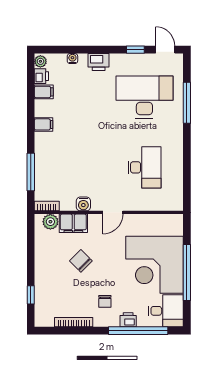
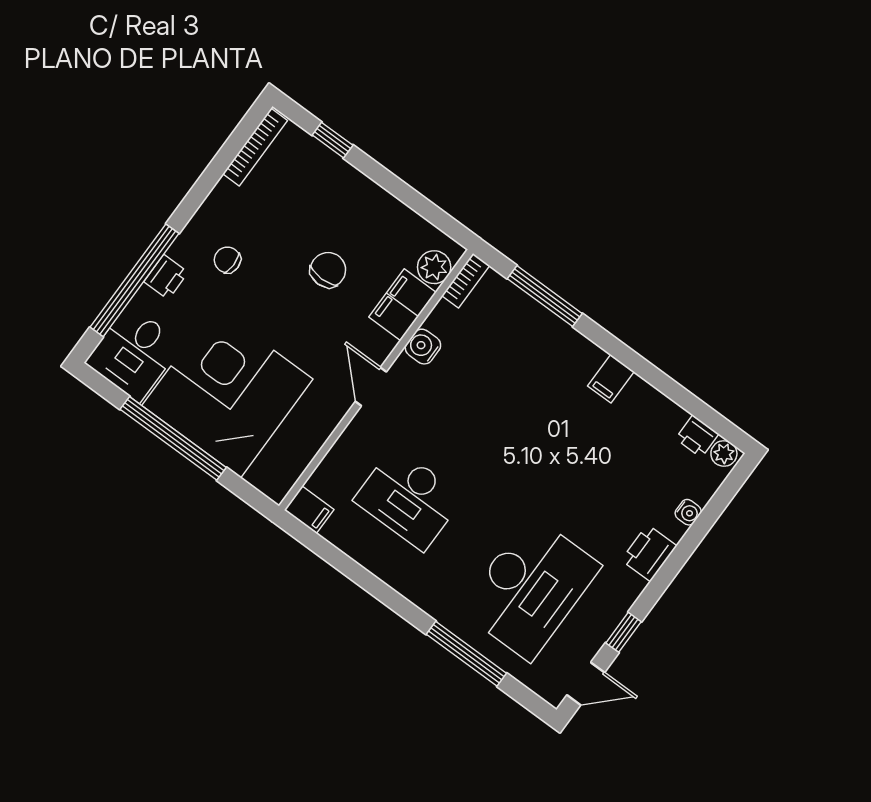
filing cabinet: (44, 92) -> (309, 510), moved, turned -90
chair: (81, 261) -> (328, 270), turned -45
bookcase: (74, 322) -> (255, 147), moved

